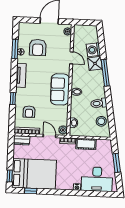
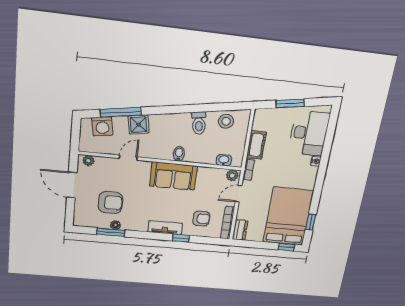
washing machine: (93, 50) -> (102, 126), moved
window: (105, 73) -> (121, 112), moved
tv unit: (21, 75) -> (165, 228), moved

